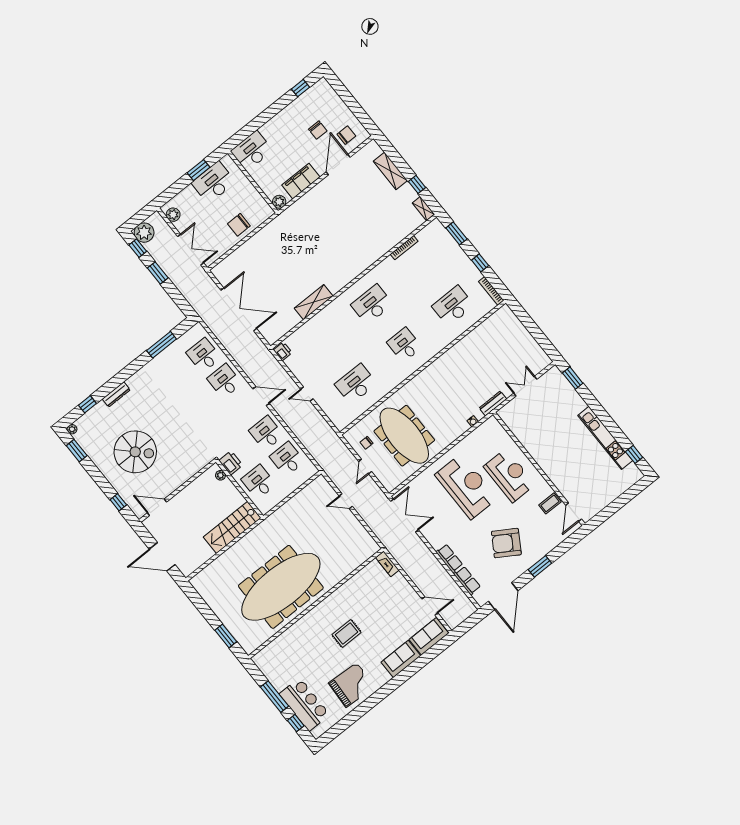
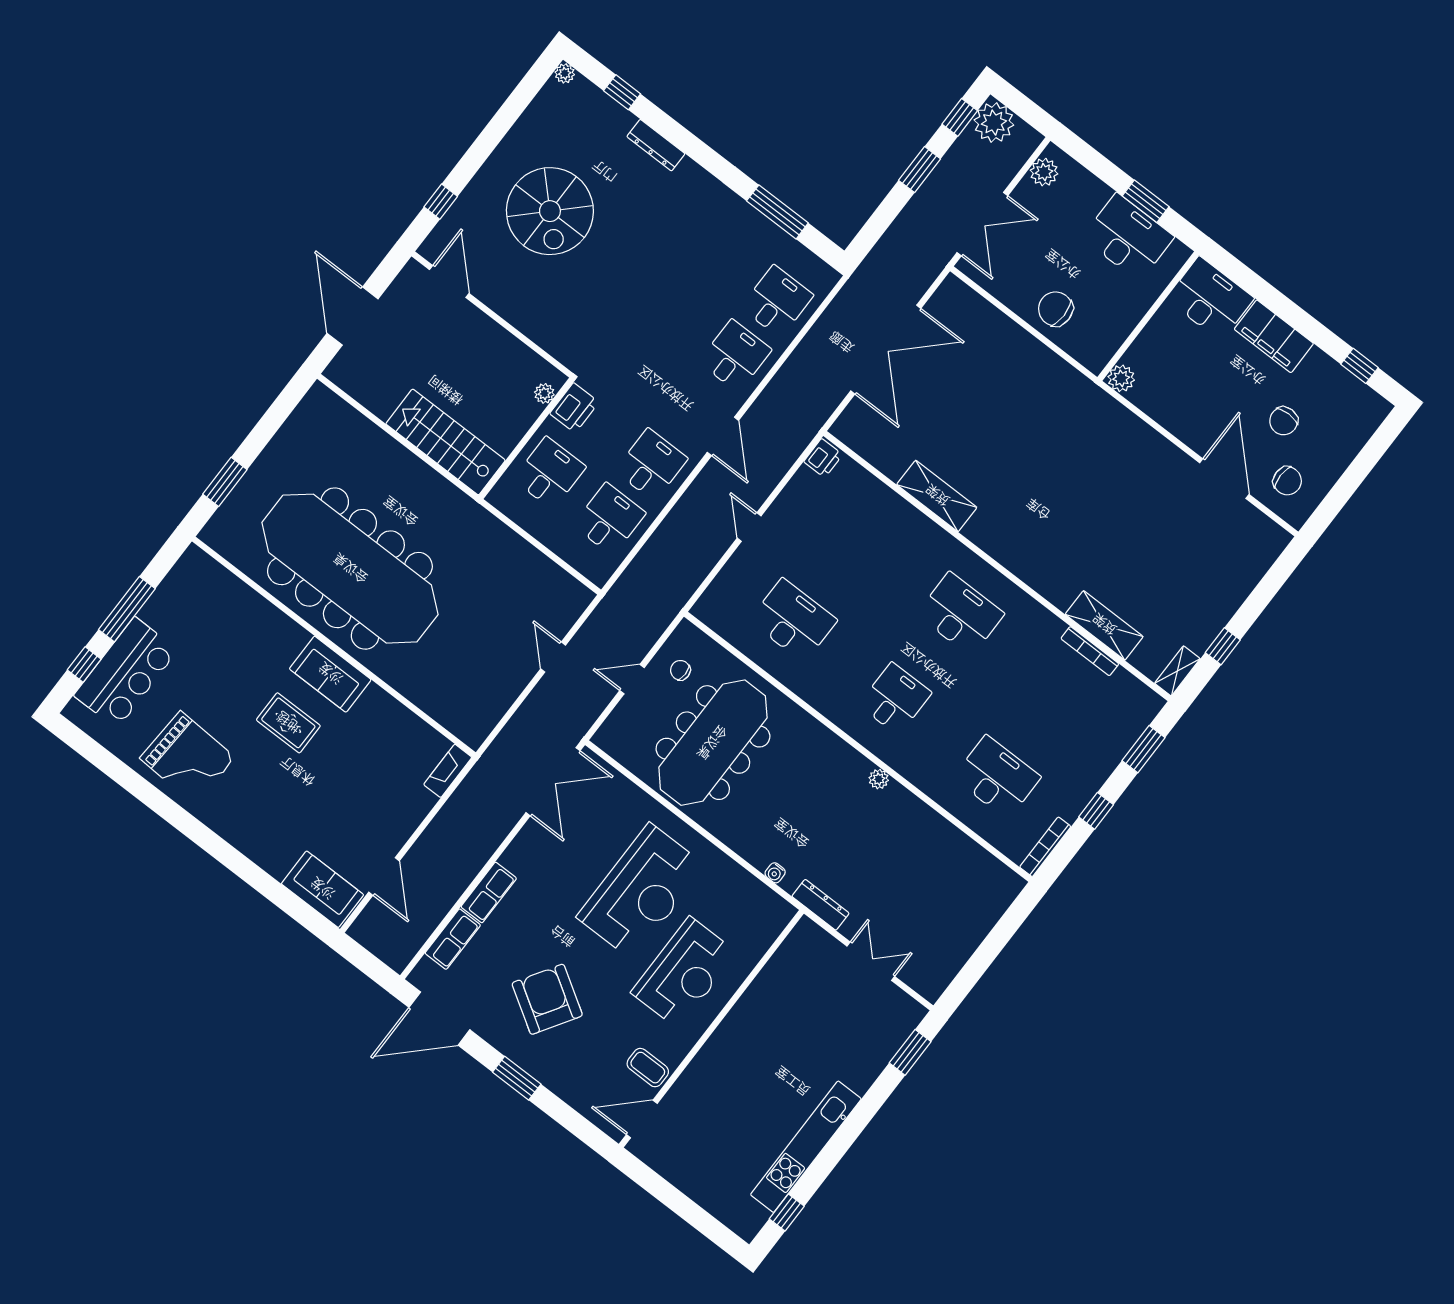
door: (338, 165) -> (1224, 479), hinge flipped
shelving: (390, 171) -> (1104, 625), moved, turned 90
filing cabinet: (301, 181) -> (1274, 336), moved, turned 180
plant: (440, 362) -> (879, 779), added
window: (77, 451) -> (524, 93), removed
sofa: (401, 659) -> (330, 674), moved, turned 180

